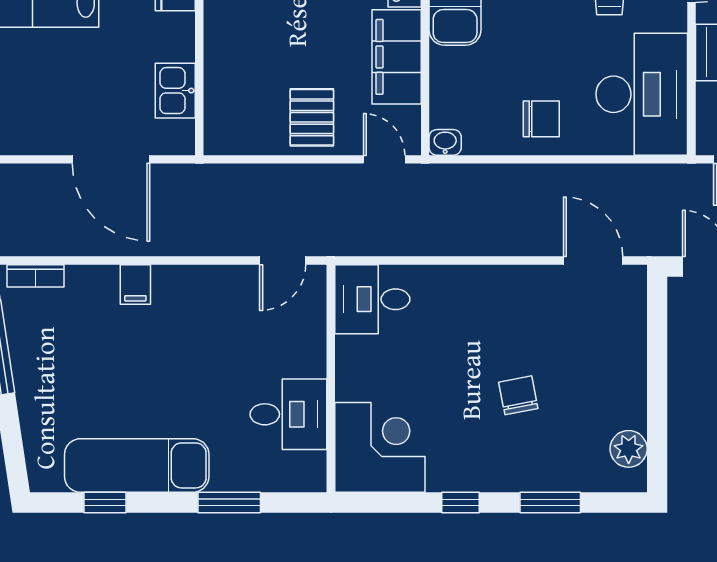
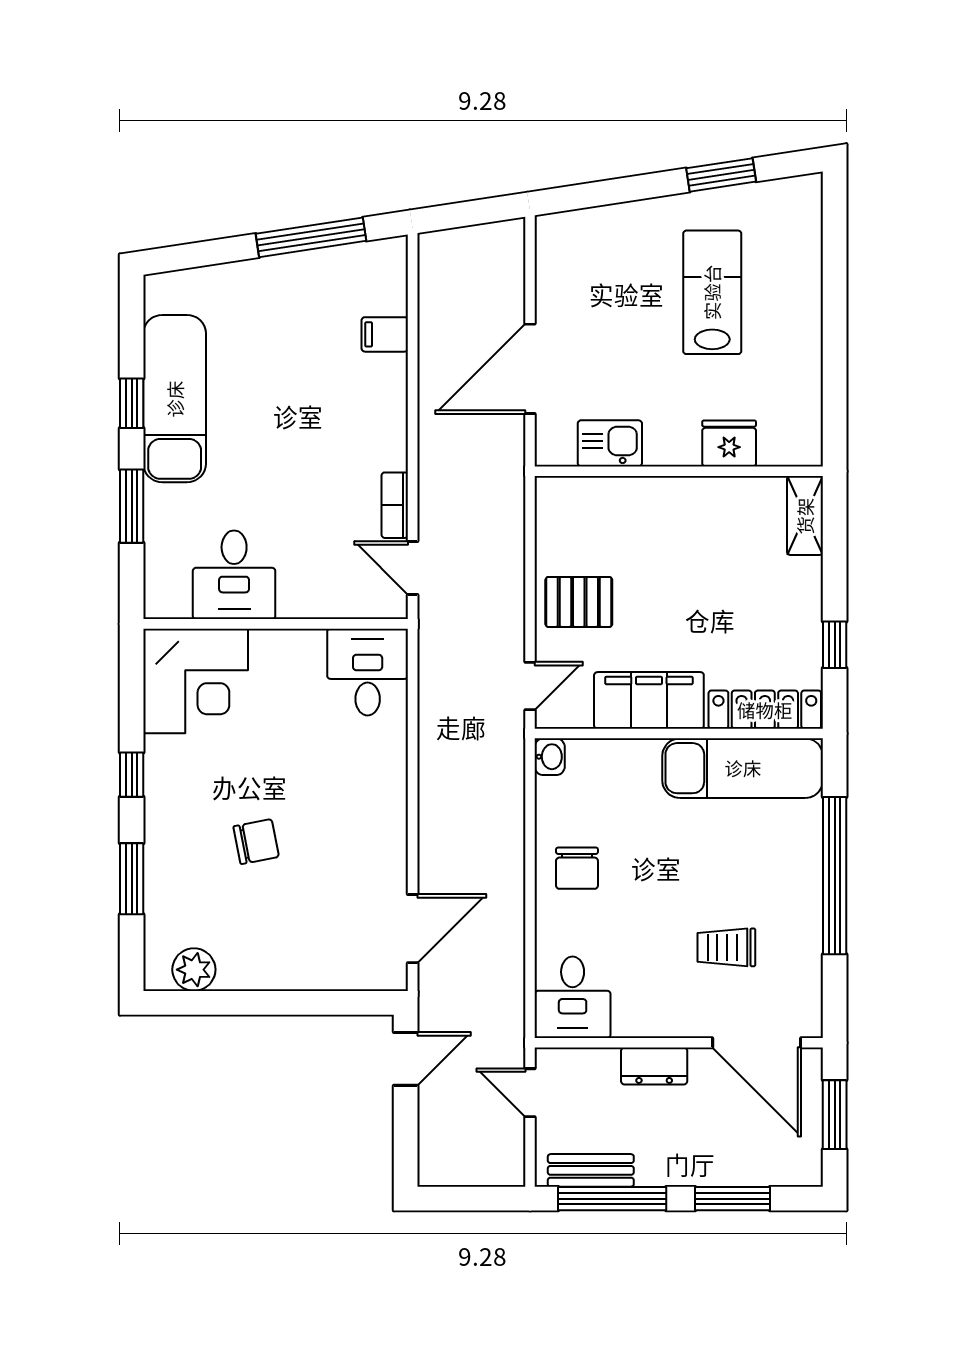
desk: (642, 94) -> (573, 997), width x0.53, depth x0.77
bookcase: (35, 276) -> (395, 505), moved
filing cabinet: (135, 284) -> (385, 334), moved
window: (105, 503) -> (132, 403), moved

